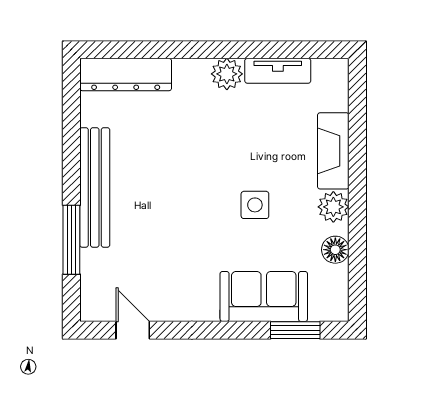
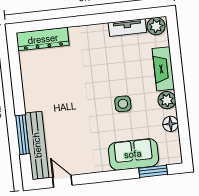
plant: (227, 74) -> (156, 26), moved
bench: (95, 187) -> (37, 145), moved

